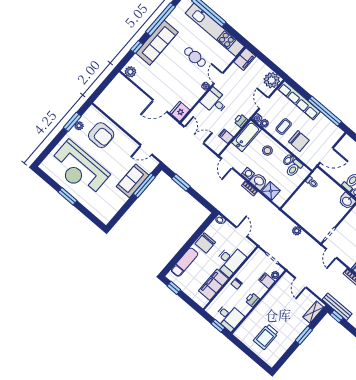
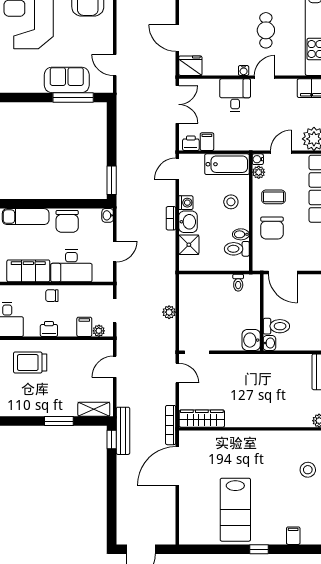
printer: (241, 121) -> (191, 143), moved
window: (181, 183) -> (112, 180), moved
chair: (205, 243) -> (67, 221), turned -90
door: (331, 253) -> (177, 373), swing flipped
trolley: (266, 337) -> (30, 363), moved

